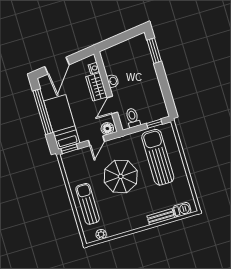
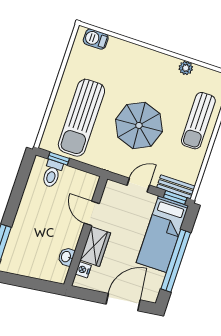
washbasin: (113, 81) -> (66, 257), moved
door: (112, 105) -> (92, 213), swing flipped
toilet: (133, 118) -> (52, 174), moved
floor lamp: (107, 129) -> (116, 190), removed
bench: (161, 217) -> (176, 187), moved
plant: (101, 234) -> (186, 68), moved

